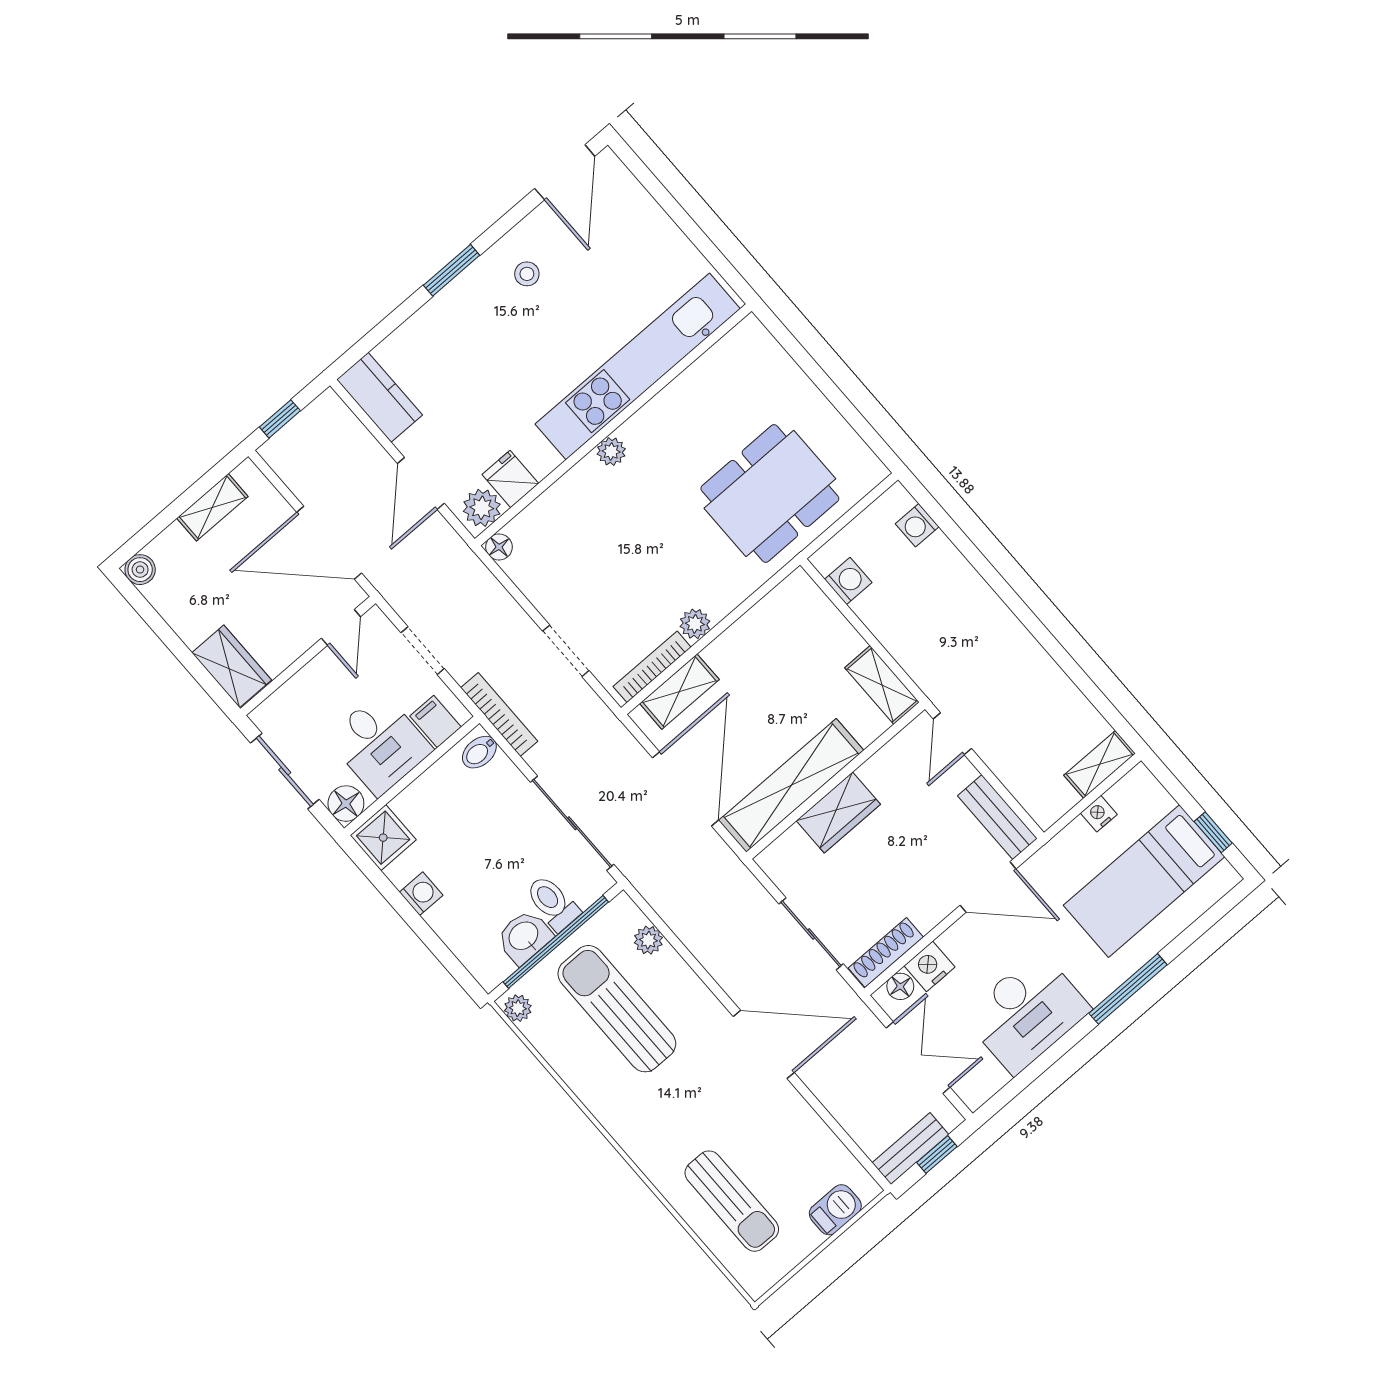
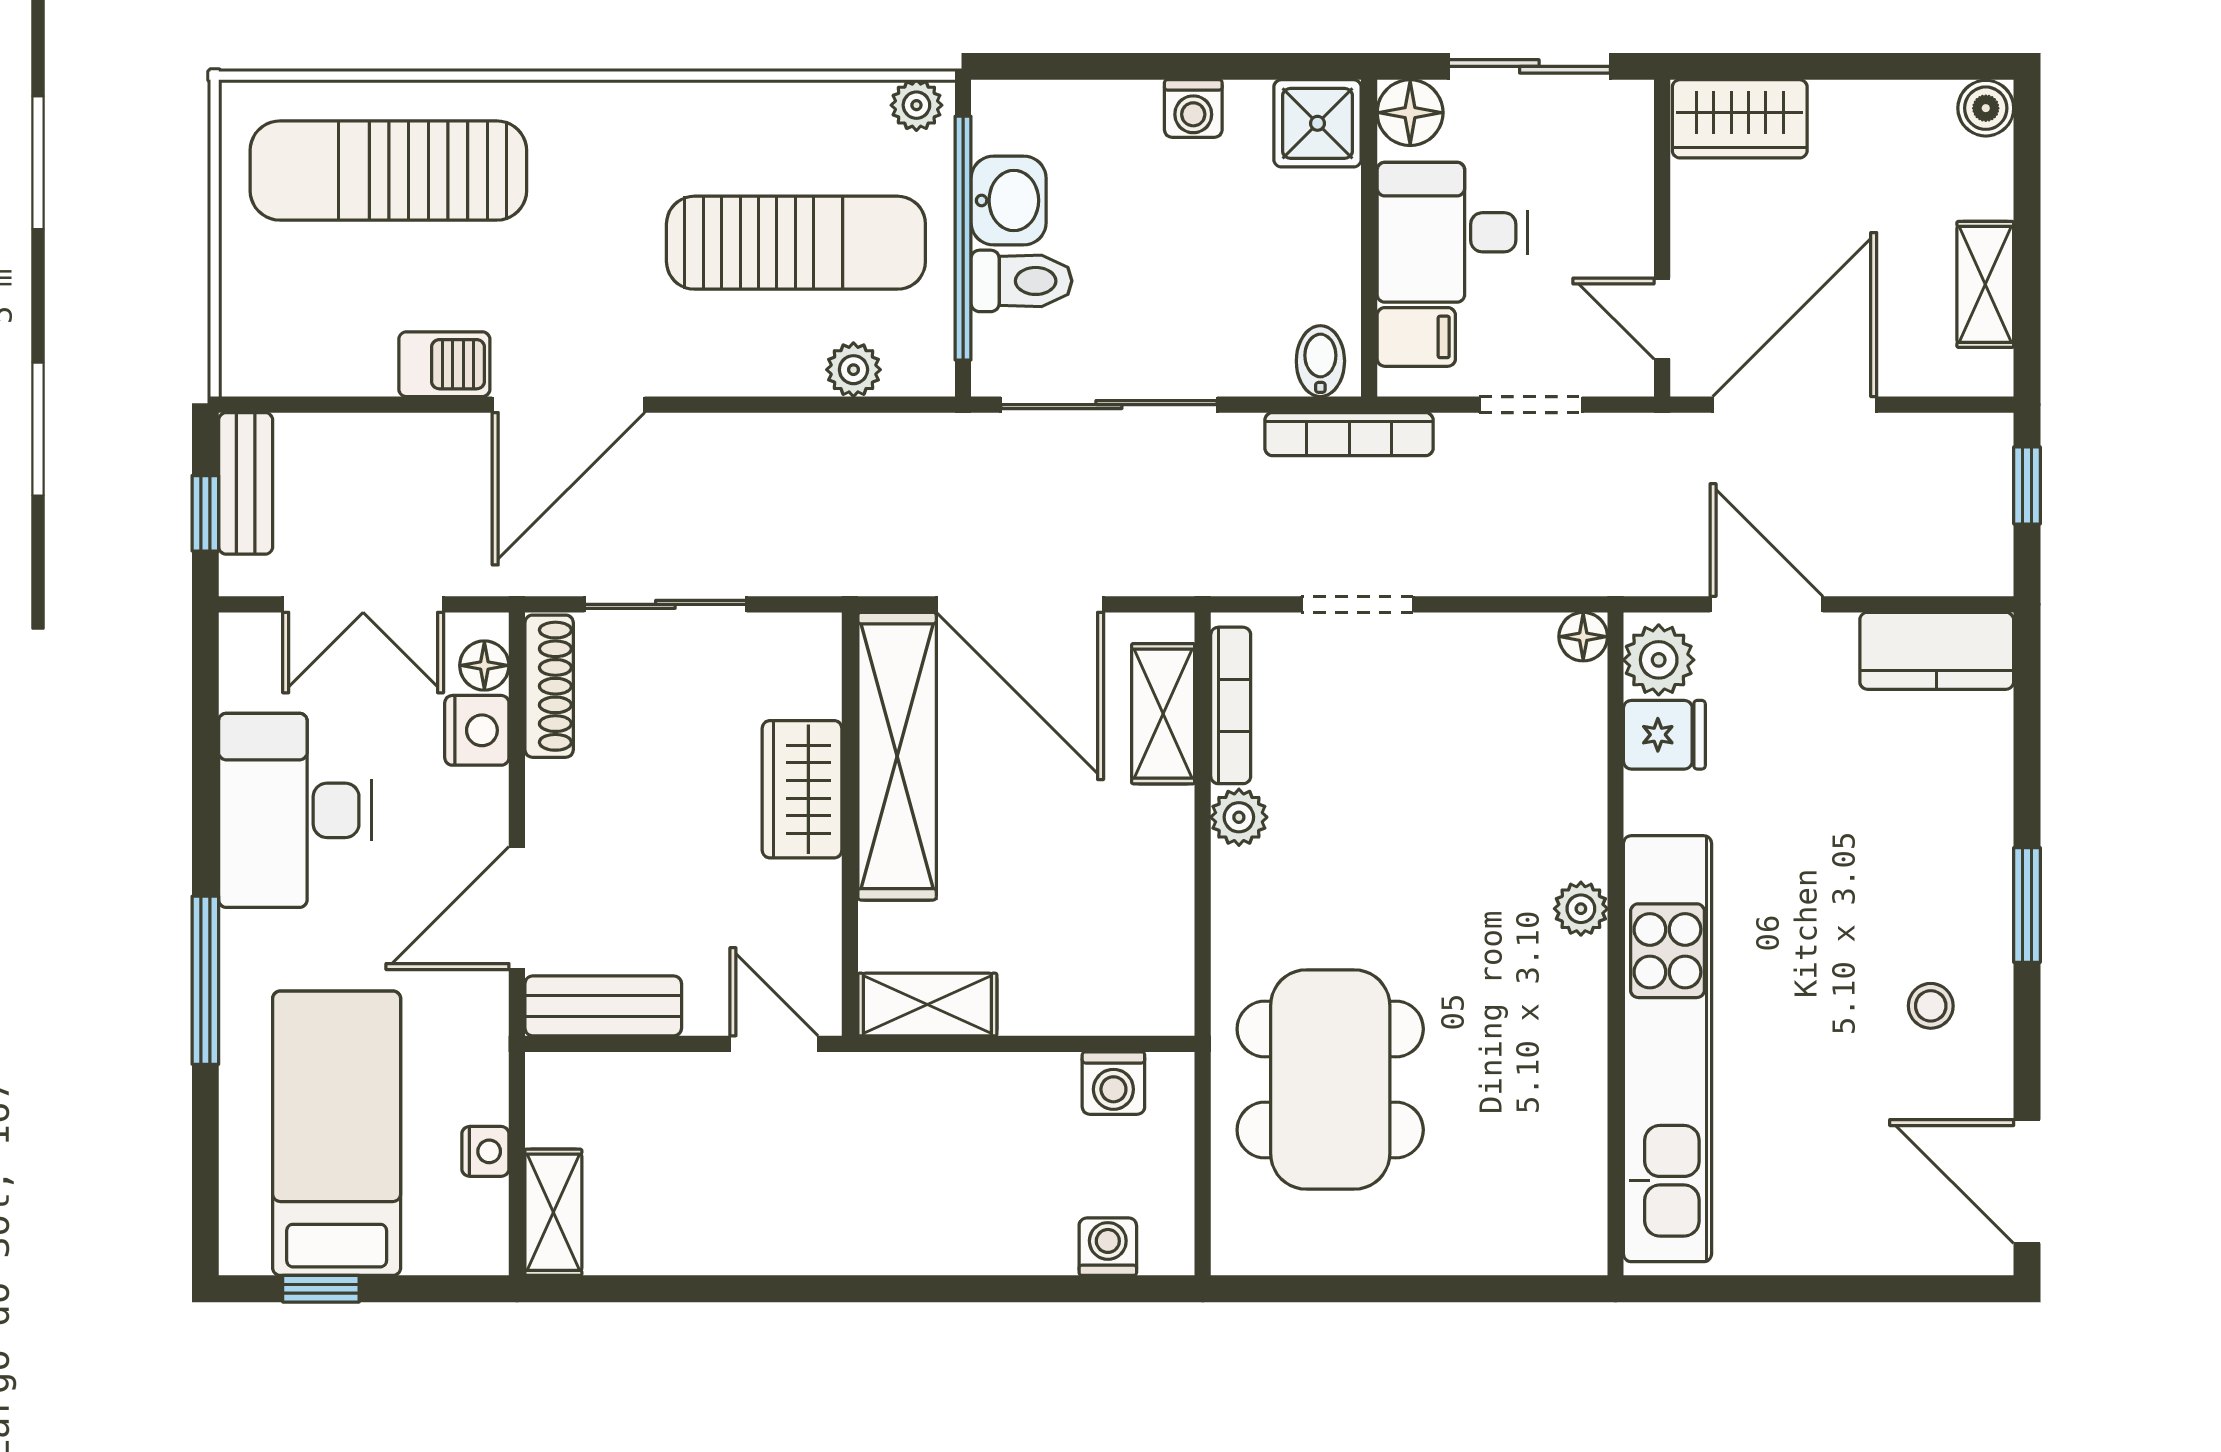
sun lounger: (732, 1201) -> (388, 171), width x1.36, depth x1.34
barbecue: (835, 1210) -> (444, 364), moved, turned -90

